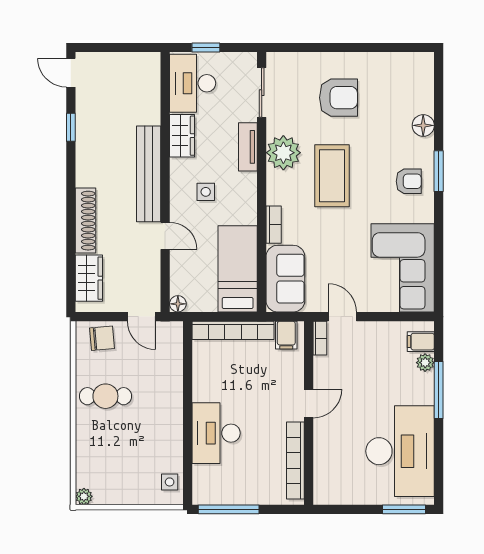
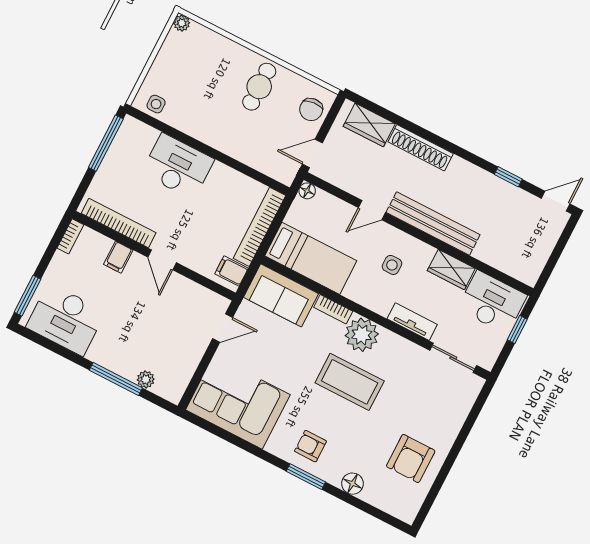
armchair: (338, 98) -> (411, 459), moved
plant: (283, 153) -> (362, 335), moved
armchair: (409, 181) -> (310, 446), turned 90
bookcase: (320, 338) -> (70, 236), moved, turned -90
filing cabinet: (421, 342) -> (118, 257), moved, turned 180
desk: (400, 451) -> (66, 319), width x0.73, depth x0.77

